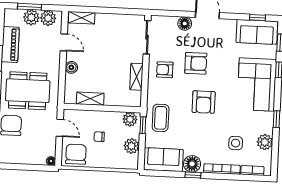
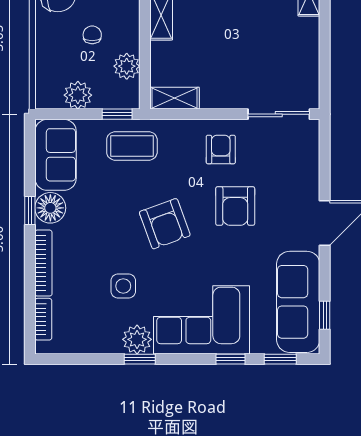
floor lamp: (185, 24) -> (307, 182), removed
sofa: (257, 32) -> (298, 302), width x1.36
shelving: (136, 77) -> (174, 98), moved
armchair: (204, 102) -> (165, 224), turned -110
plant: (130, 119) -> (127, 66), moved
plant: (265, 142) -> (137, 339), moved
side table: (236, 143) -> (123, 286), moved

